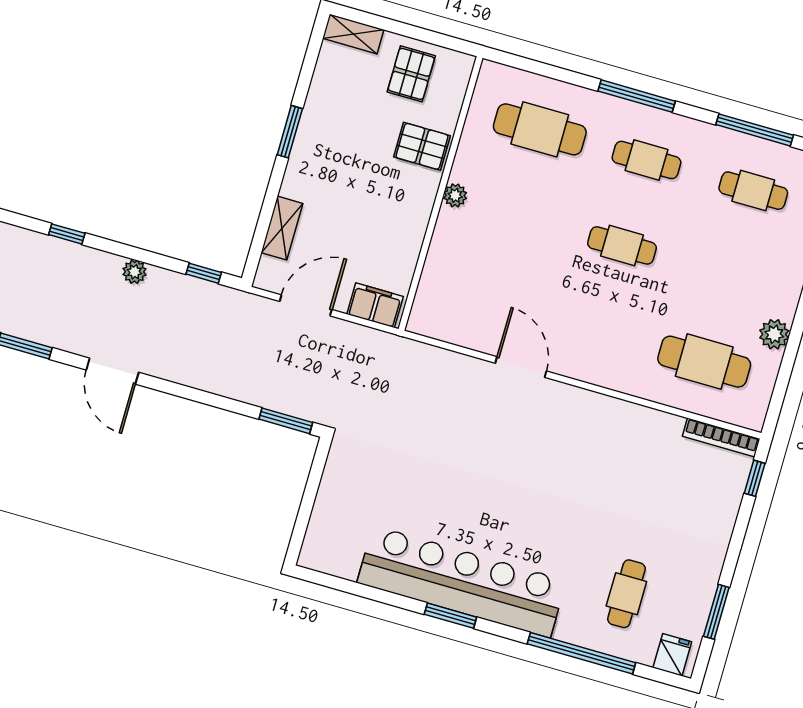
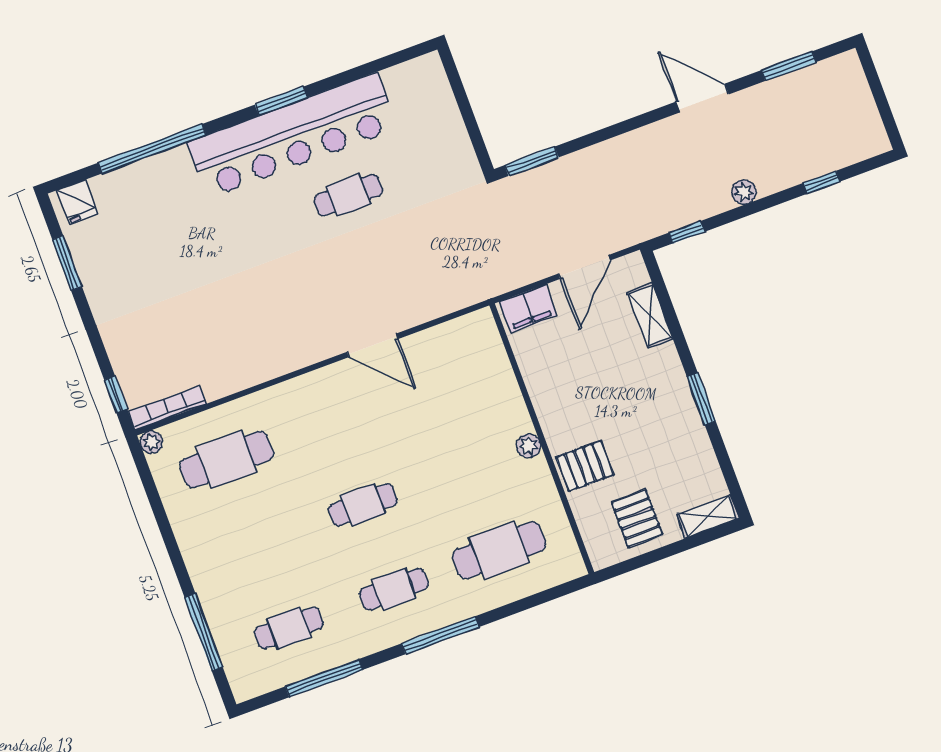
plant: (774, 334) -> (151, 442), moved, width x0.73, depth x0.73
cafe table: (626, 594) -> (348, 195), moved, turned 90

